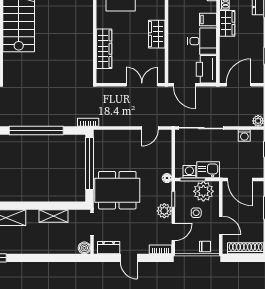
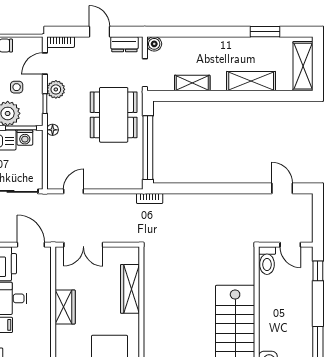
window: (36, 131) -> (213, 188), removed
dining table: (117, 190) -> (114, 115), turned 90

